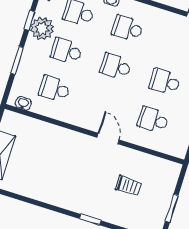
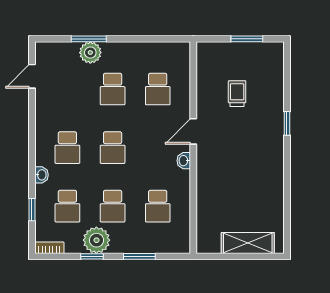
washbasin: (23, 103) -> (184, 161), moved

